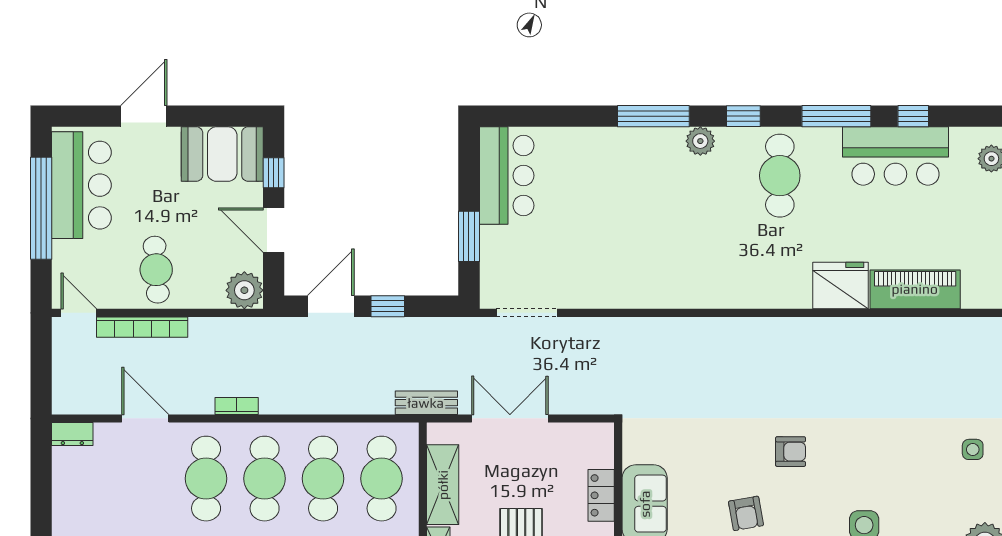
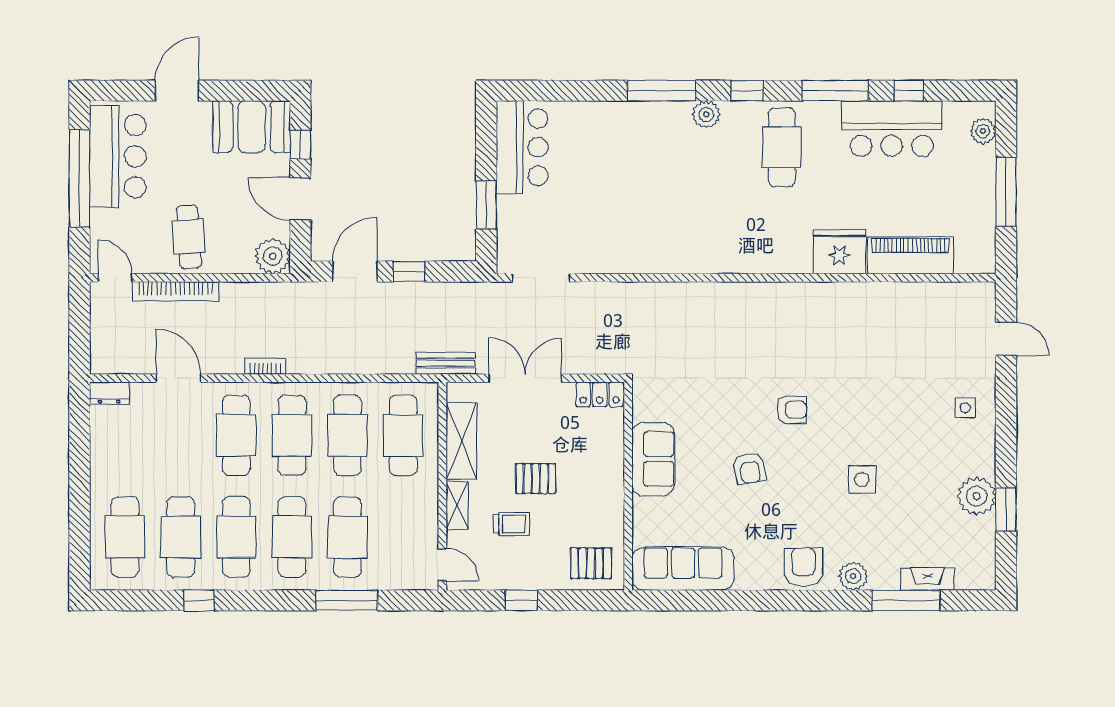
locker: (601, 495) -> (600, 394), moved, turned -90

